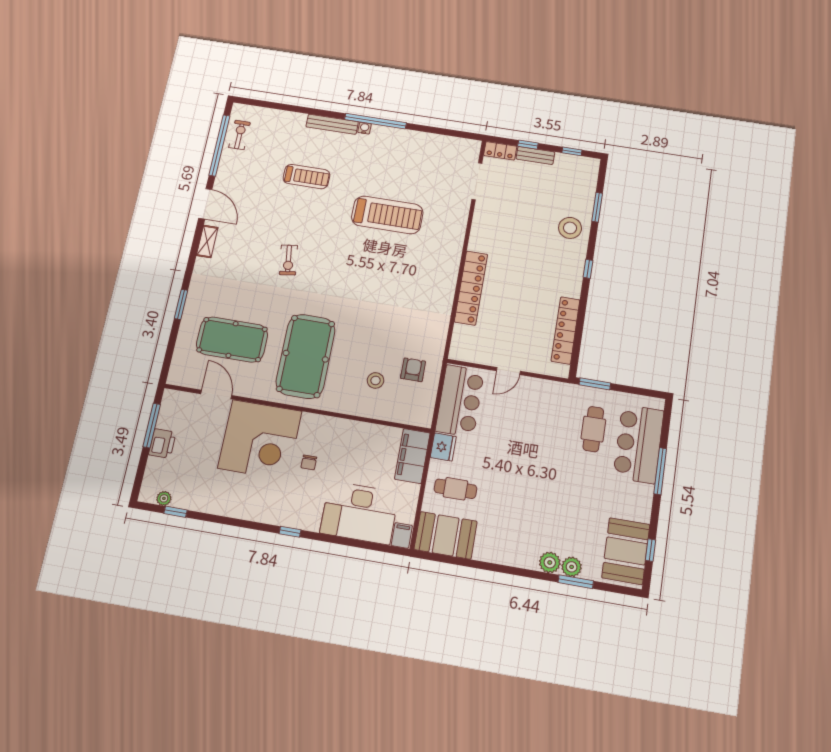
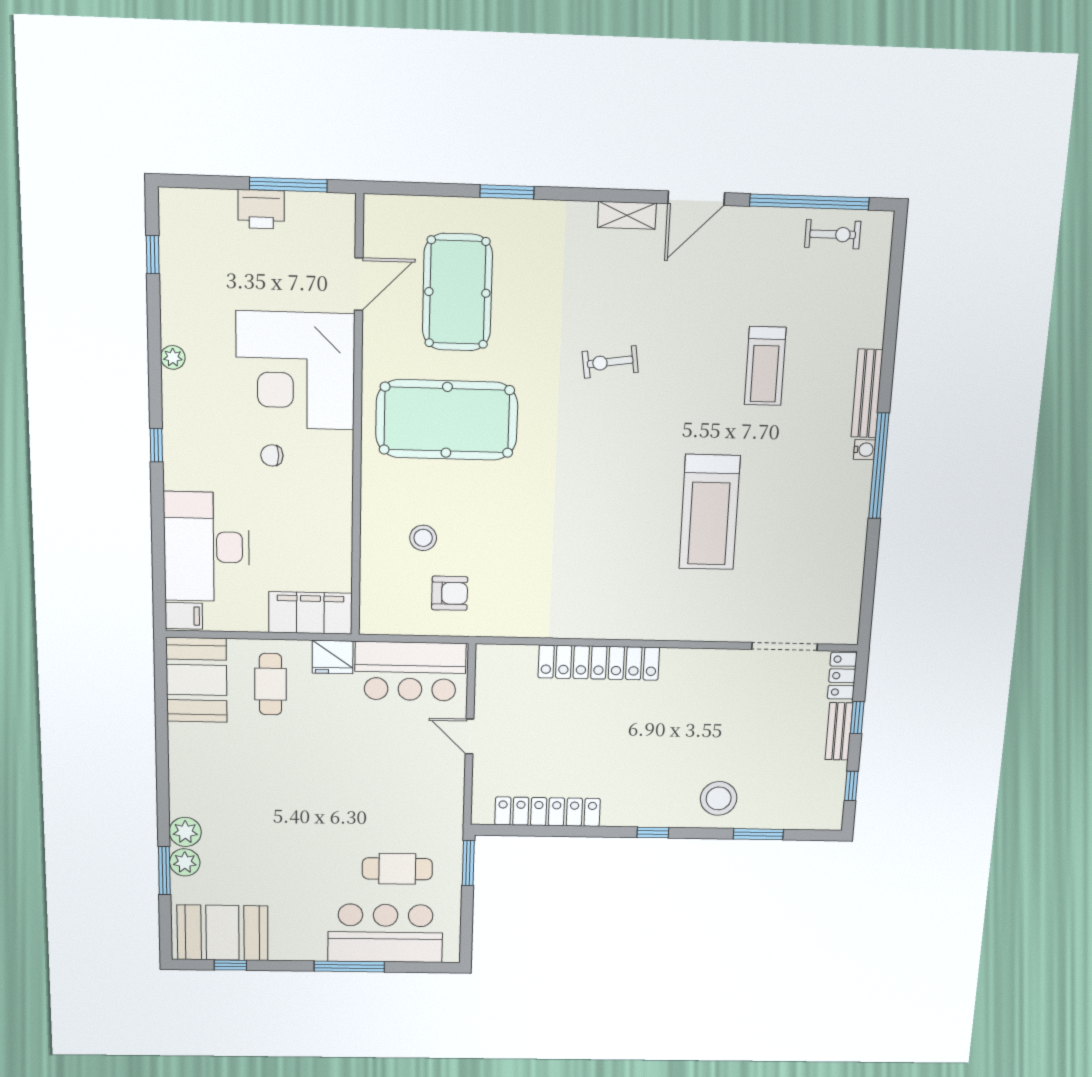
plant: (164, 498) -> (173, 357), moved

